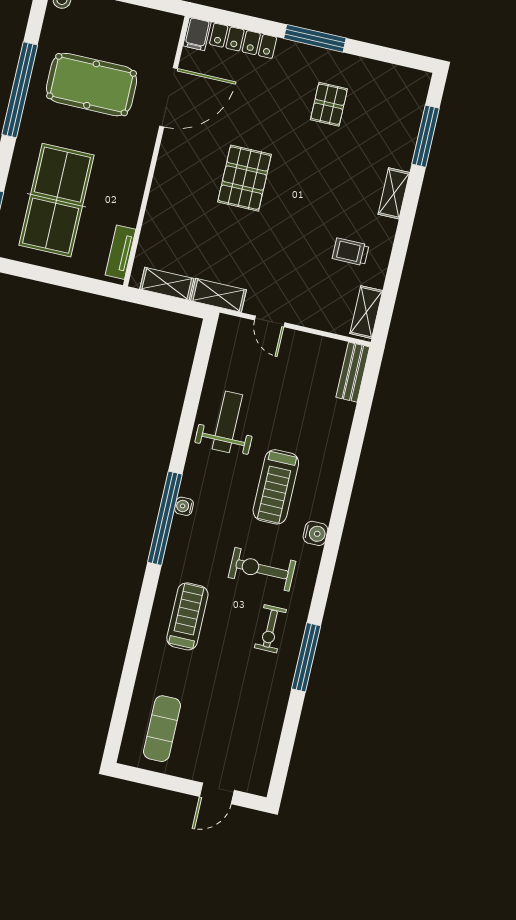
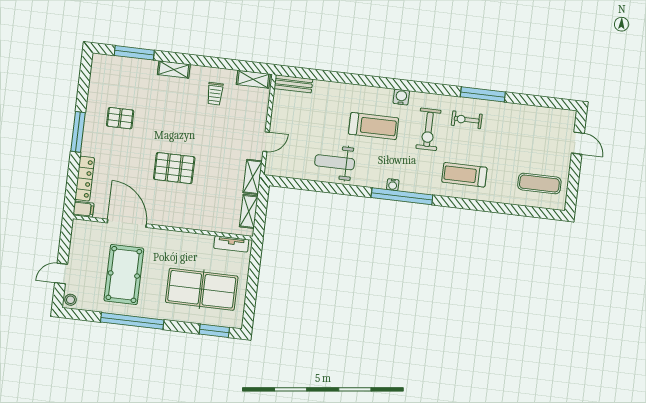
exercise bike: (270, 629) -> (467, 120), turned 180

